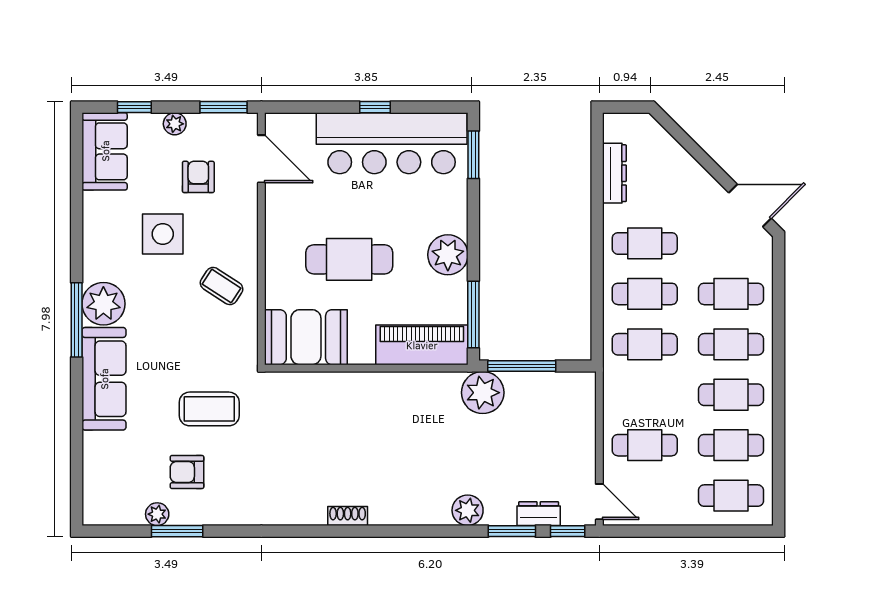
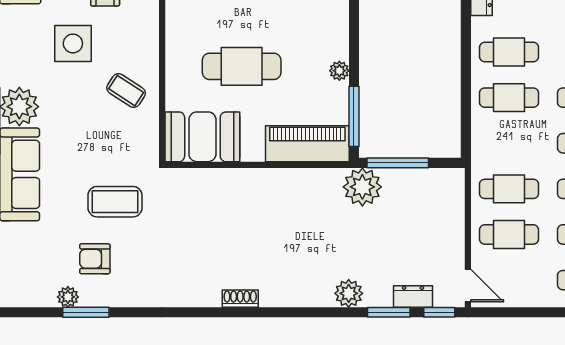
plant: (448, 255) -> (339, 71), width x0.53, depth x0.53
cafe table: (645, 344) -> (509, 189), moved

